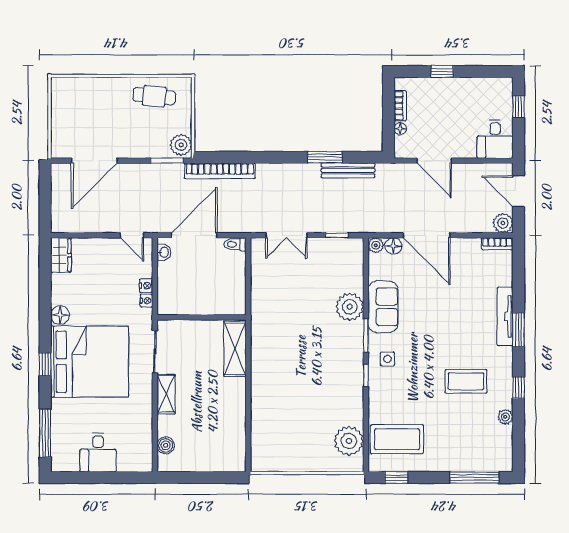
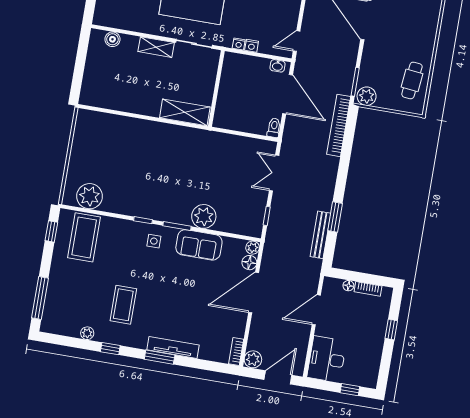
desk: (495, 139) -> (327, 359), width x1.37

